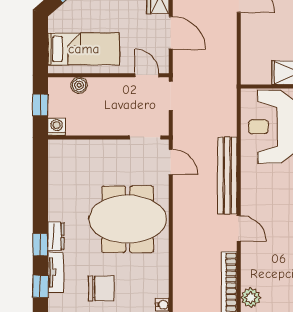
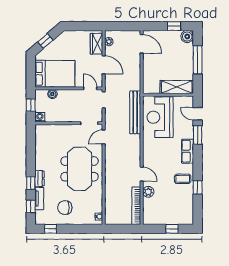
bed: (84, 49) -> (55, 74), width x1.50
door: (171, 162) -> (104, 137), swing flipped
bench: (227, 176) -> (135, 112), moved
meeting table: (128, 219) -> (80, 169), turned 90
chair: (101, 289) -> (65, 208), turned 180
plant: (251, 298) -> (148, 192), moved

